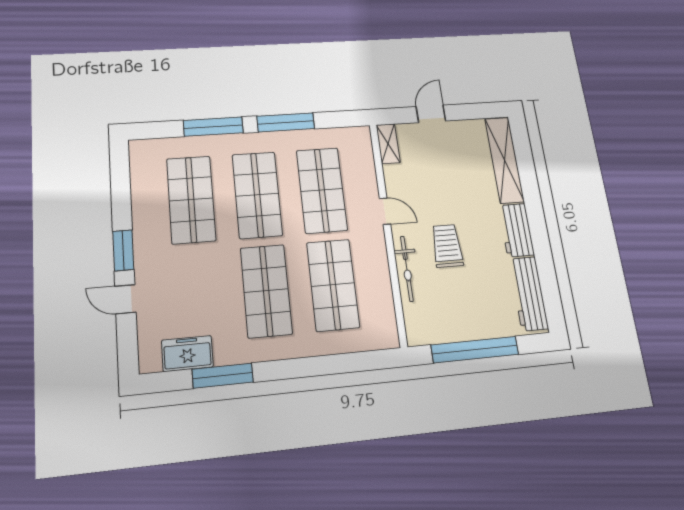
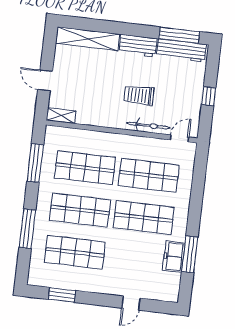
window: (286, 122) -> (35, 163), moved
door: (385, 211) -> (179, 138), moved
window: (123, 250) -> (62, 295), moved
window: (549, 286) -> (179, 35), added
window: (475, 350) -> (209, 96), width x0.32
freezer: (187, 354) -> (174, 257), moved

